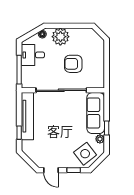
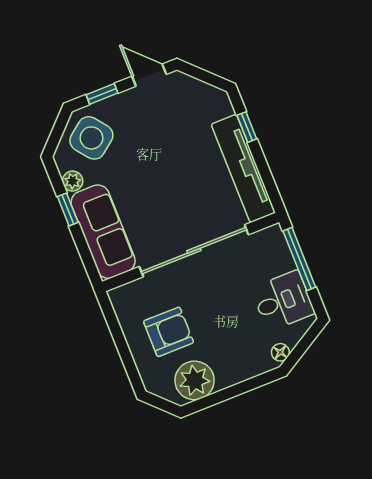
plant: (60, 37) -> (195, 380), moved
armchair: (73, 64) -> (169, 332), moved

